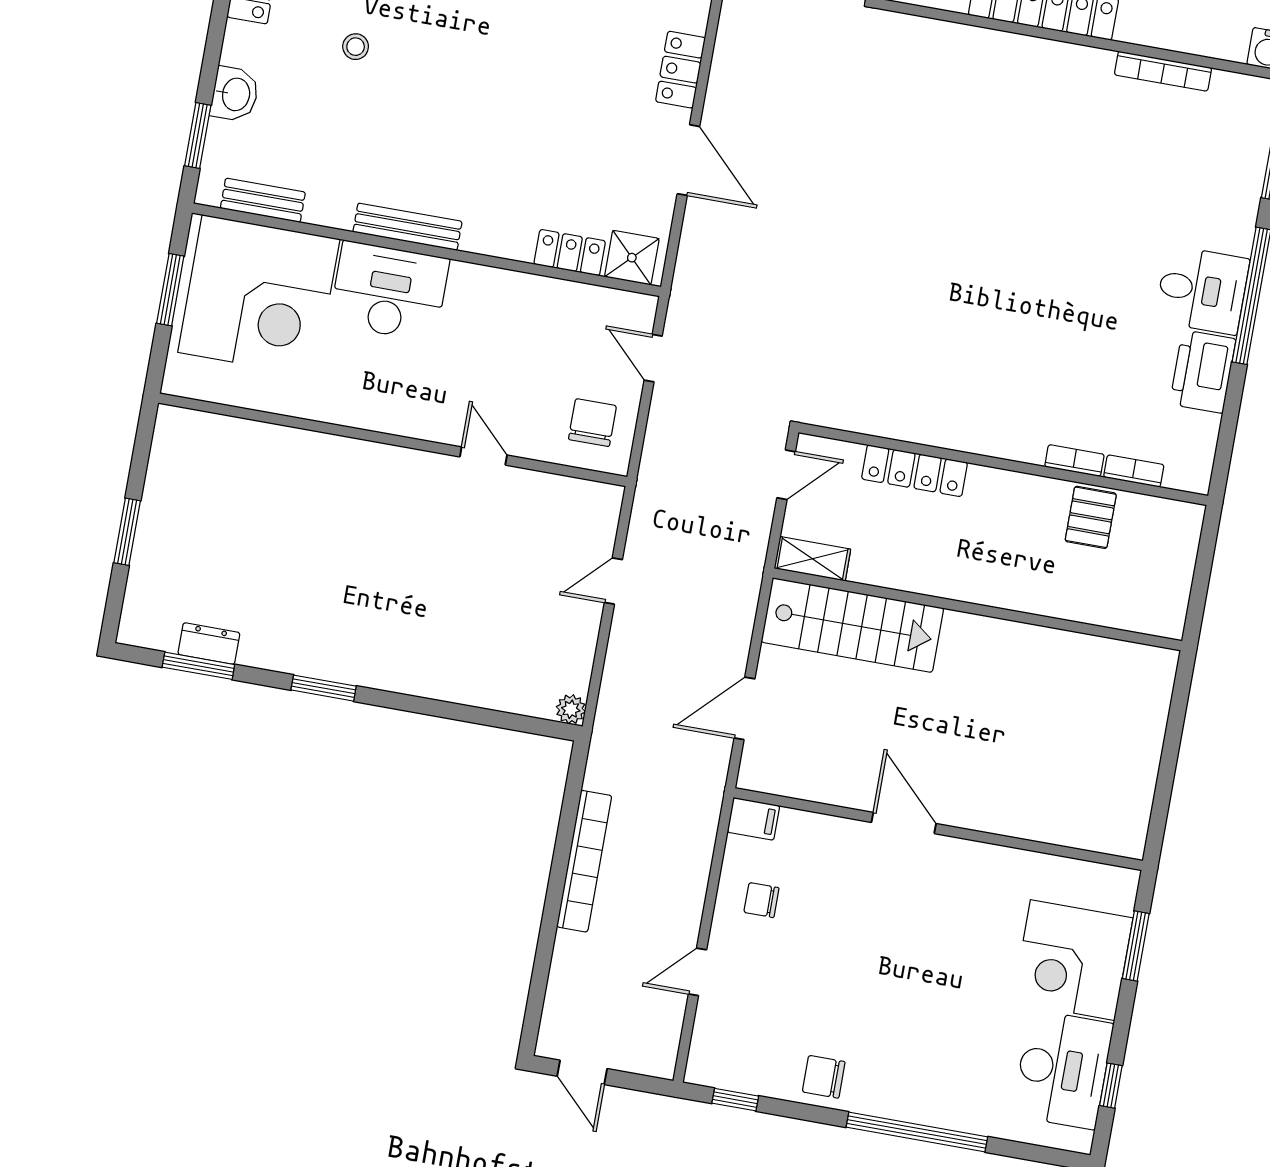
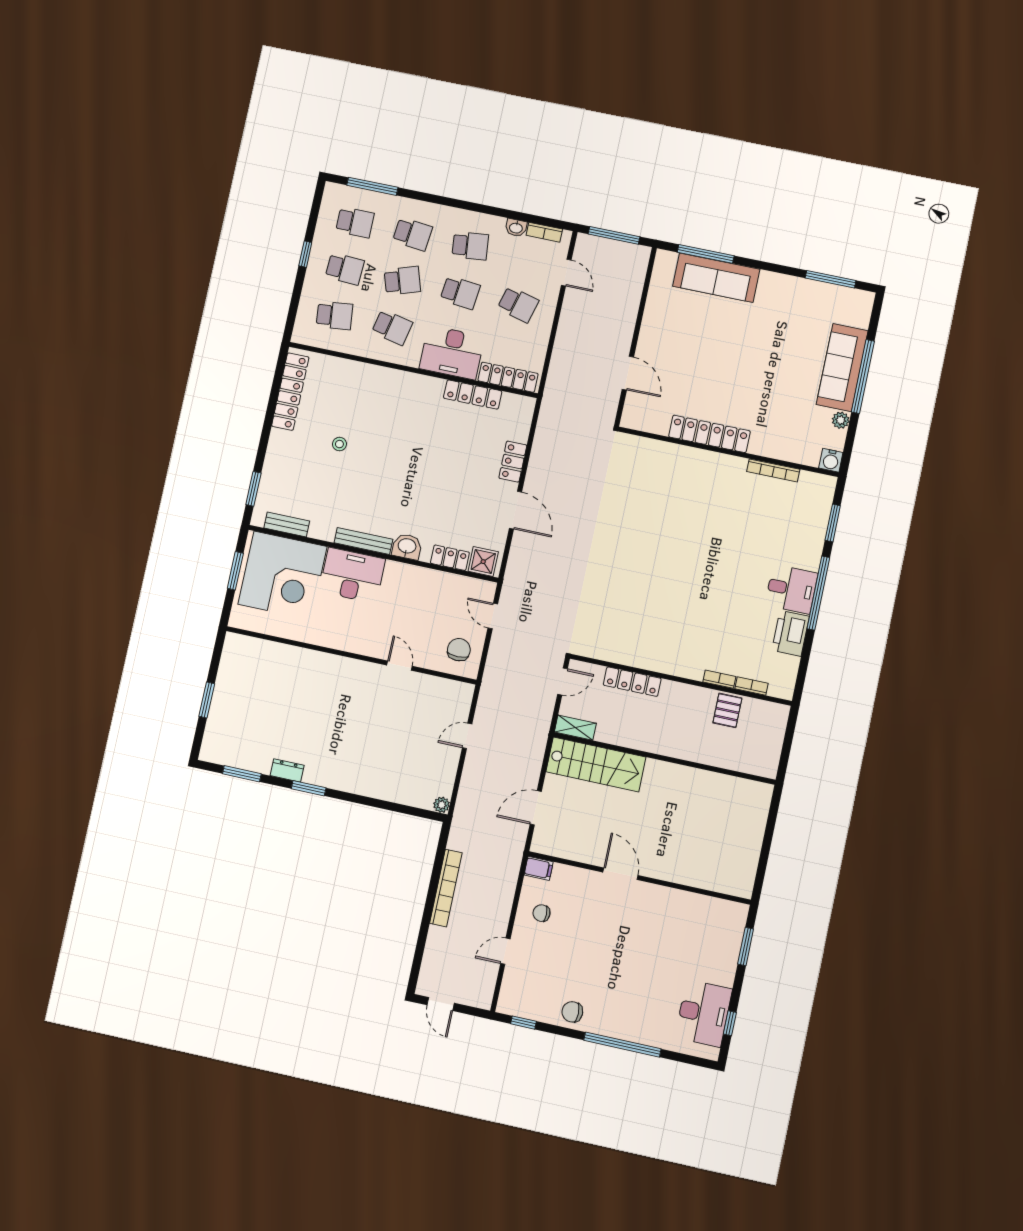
washbasin: (235, 94) -> (407, 547), moved, turned -90
dresser: (209, 643) -> (287, 770), moved
corner desk: (1073, 960) -> (711, 953), removed

